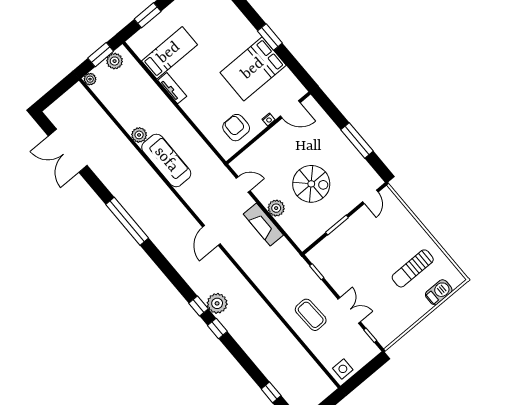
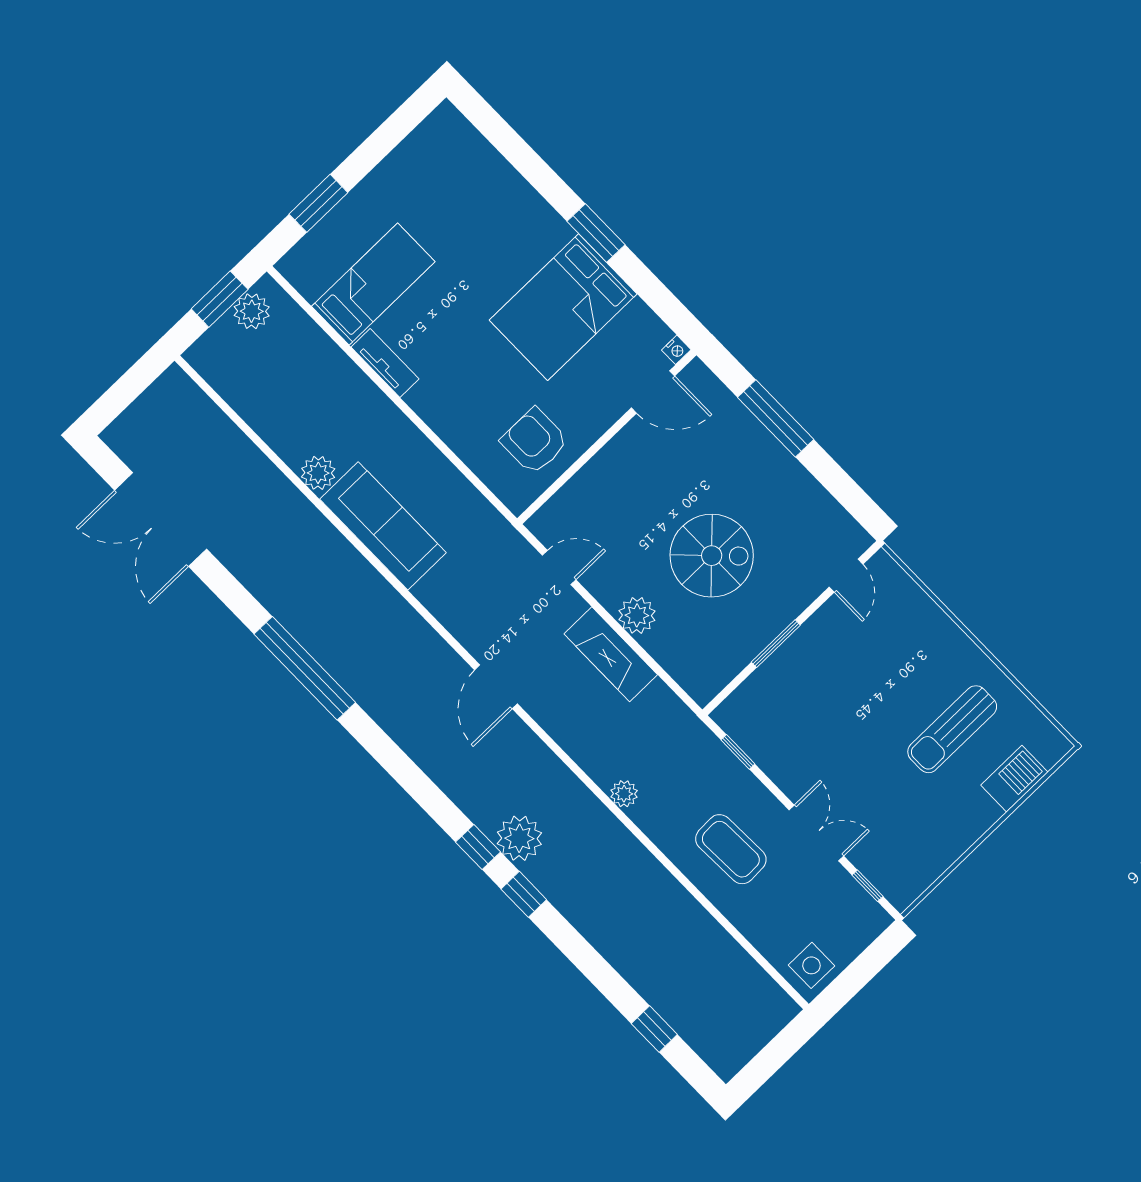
plant: (90, 79) -> (624, 794), moved
nightstand: (269, 119) -> (676, 350), moved
window: (357, 140) -> (776, 418), moved

